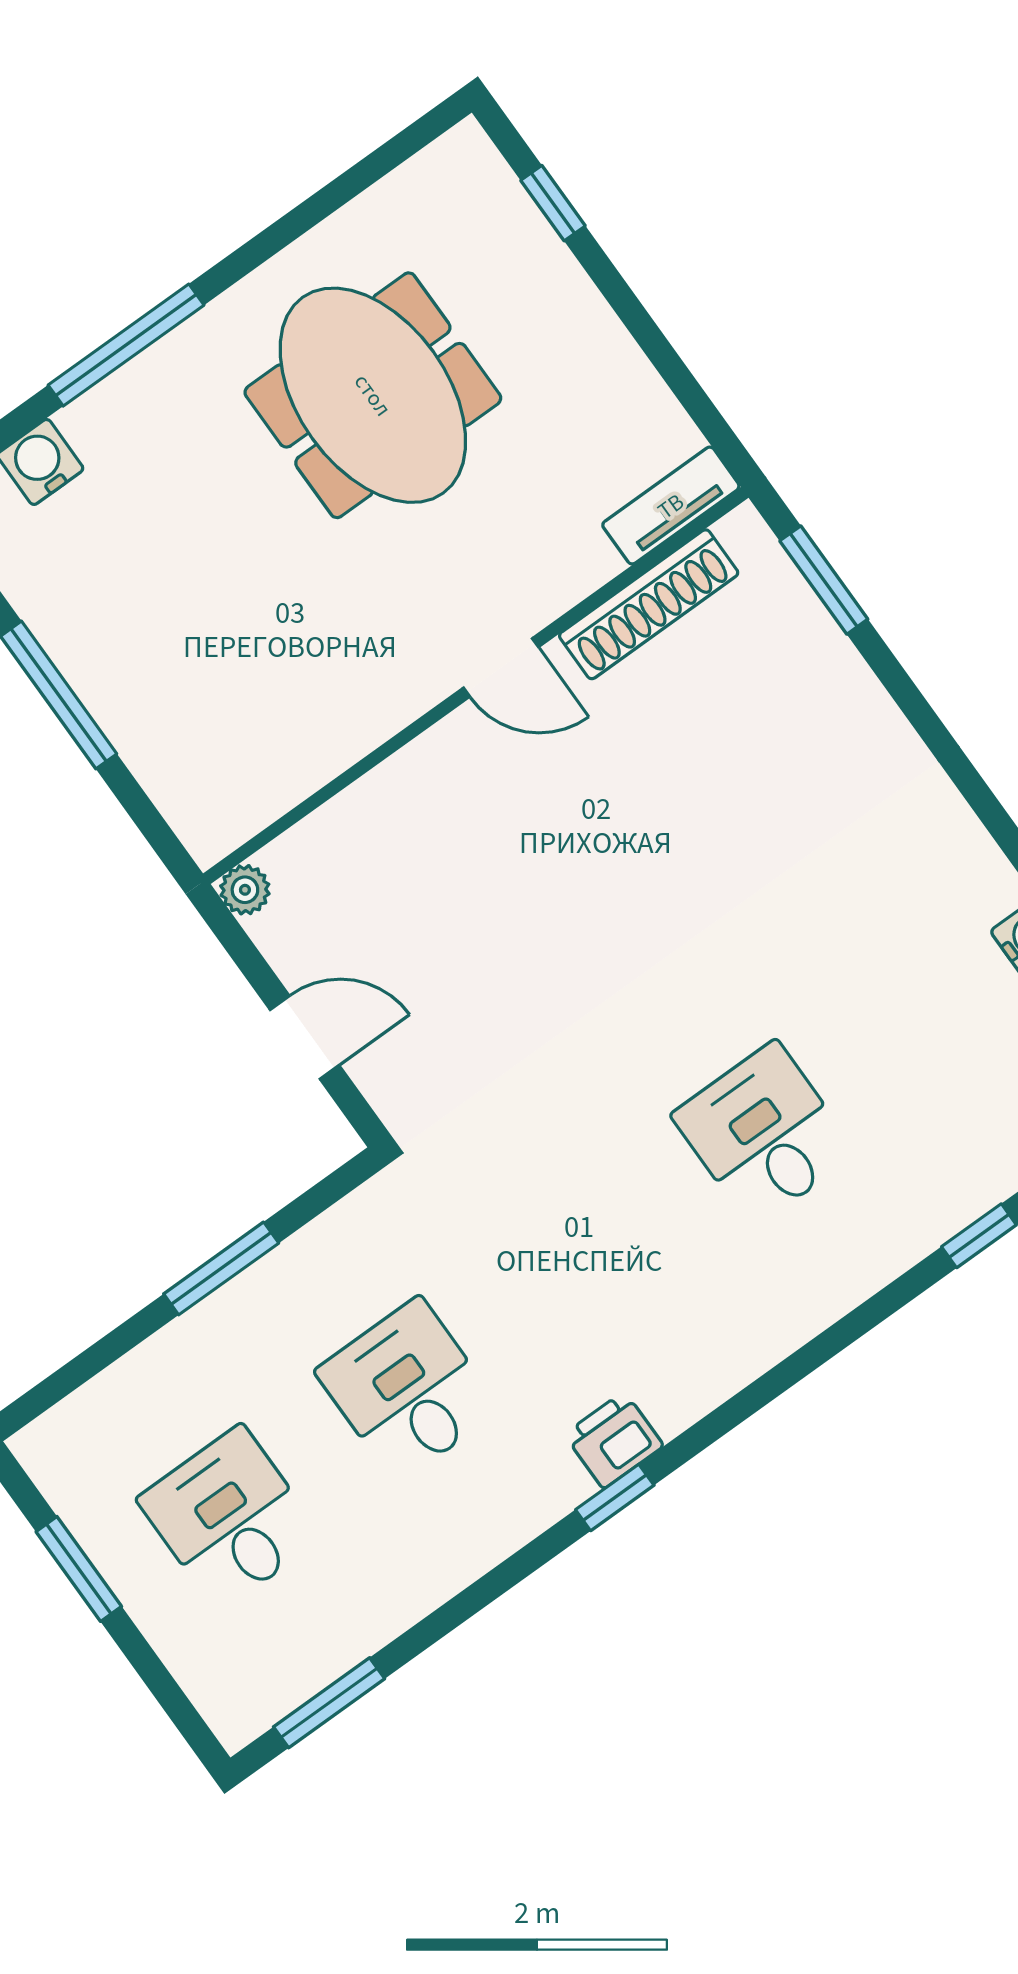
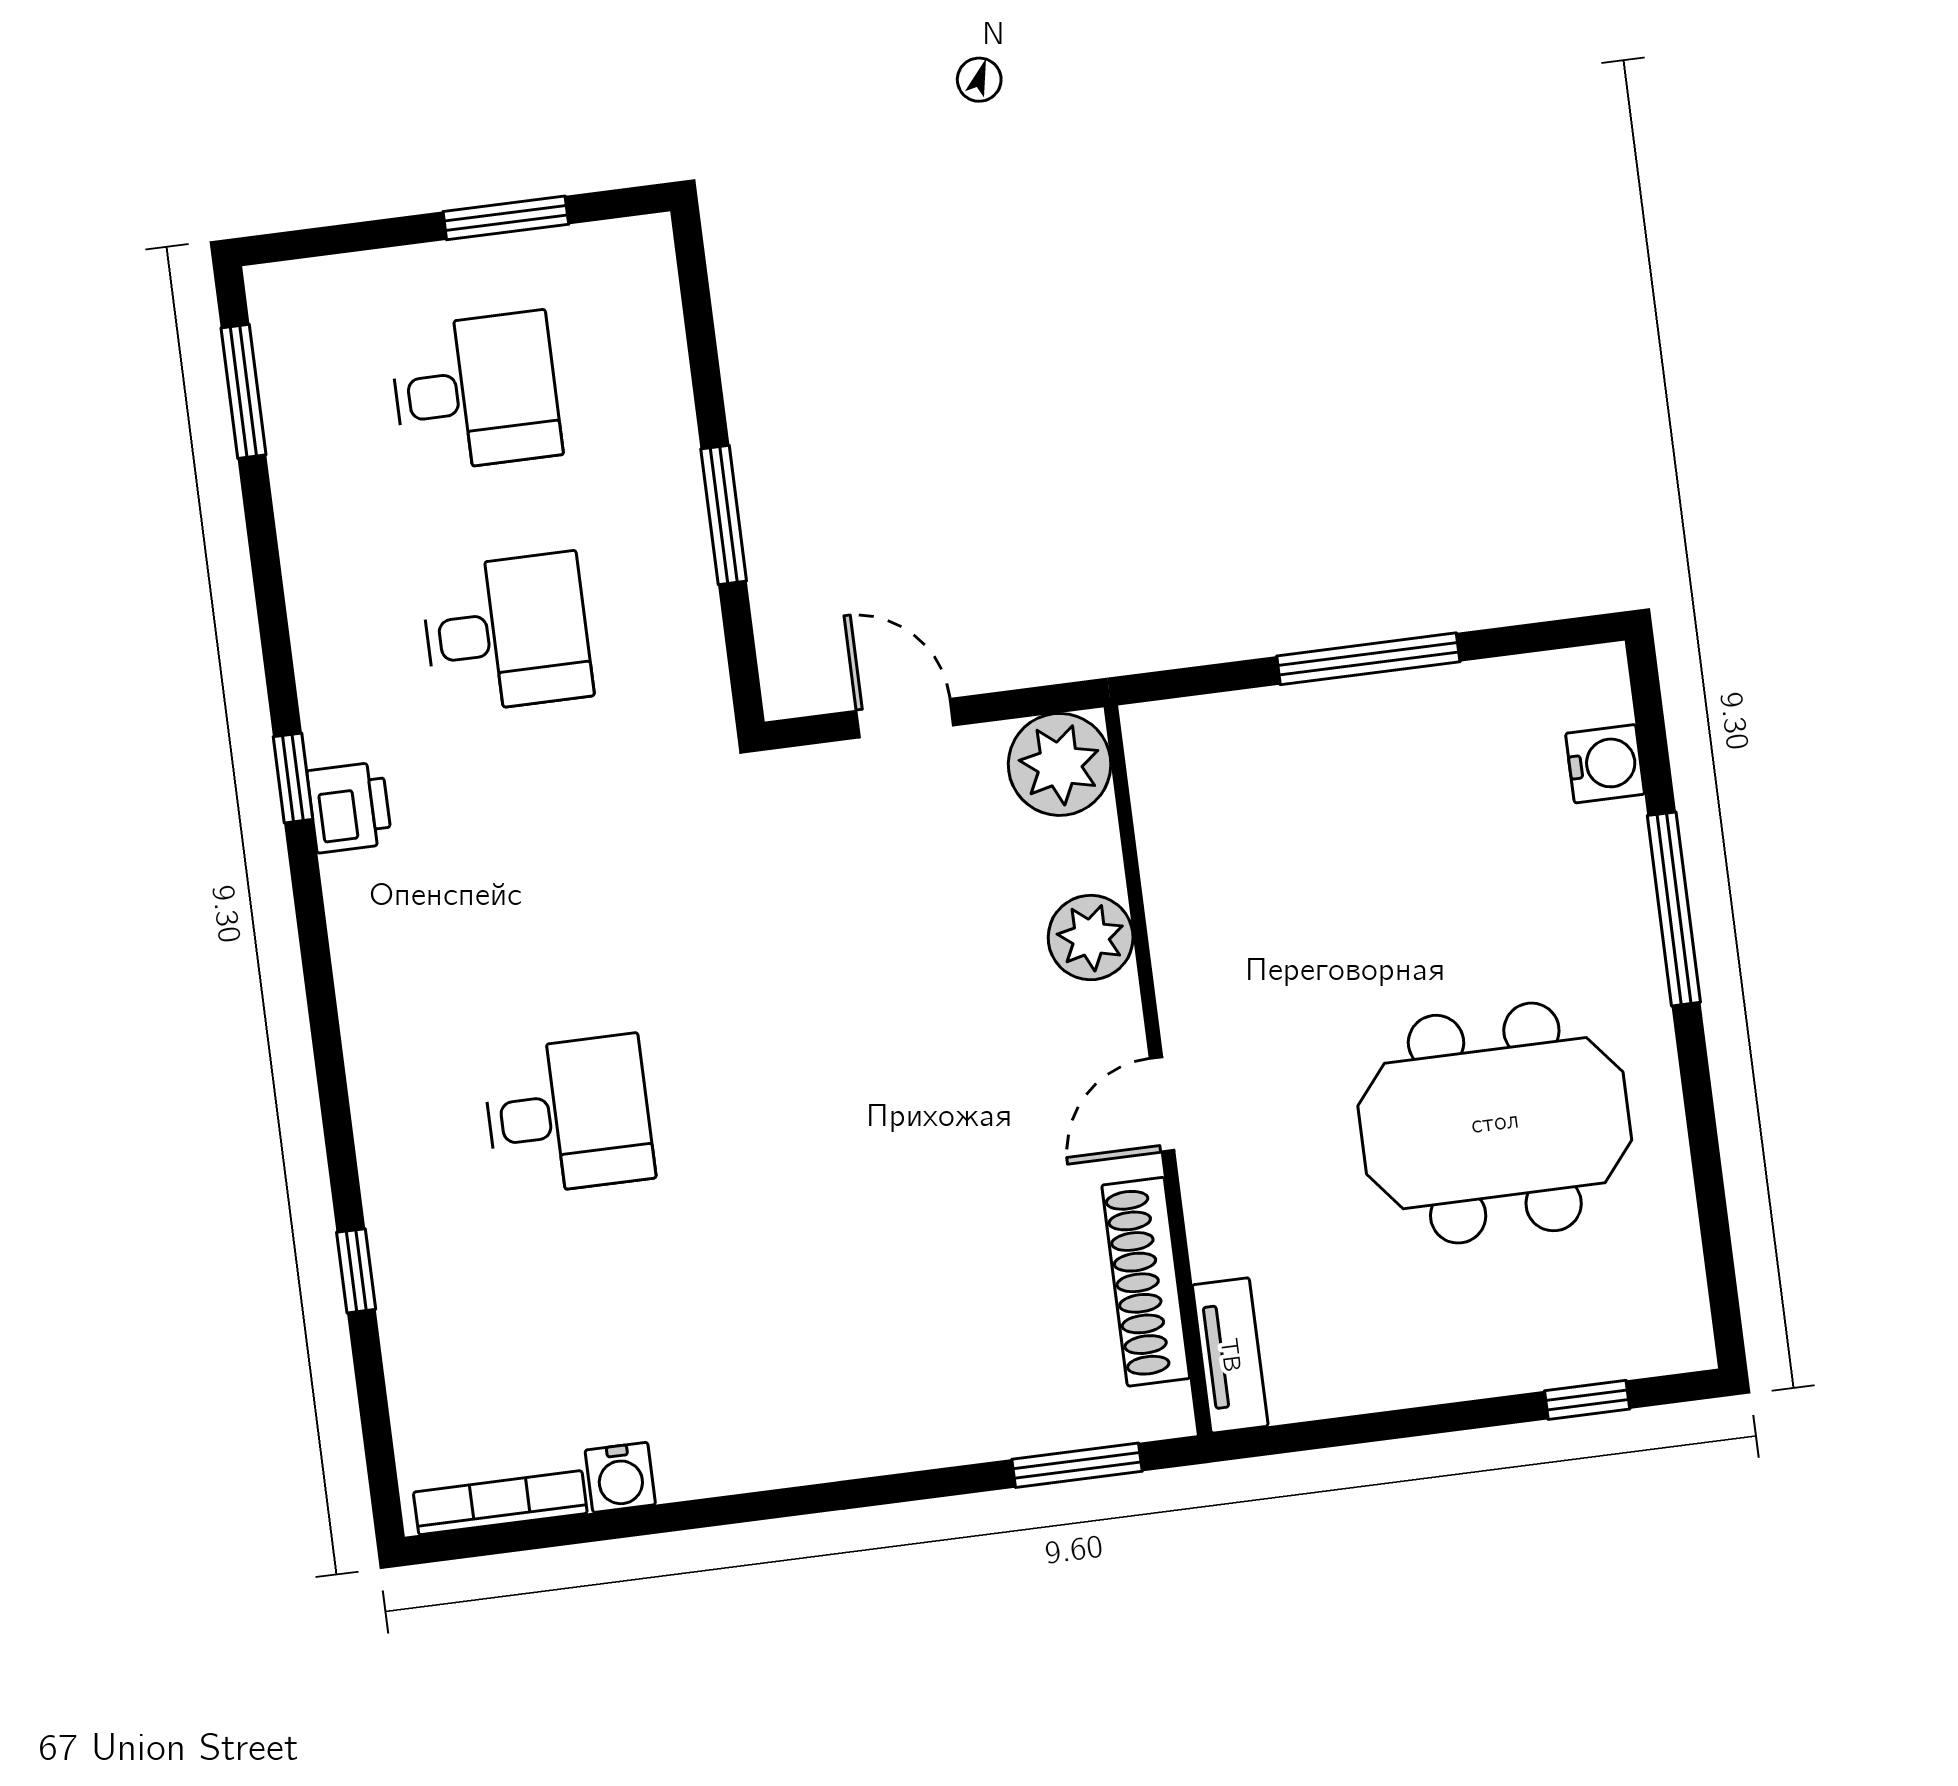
plant: (399, 796) -> (1091, 938), added
plant: (245, 890) -> (1060, 764), width x1.87, depth x1.87
door: (305, 1037) -> (905, 718), swing flipped

